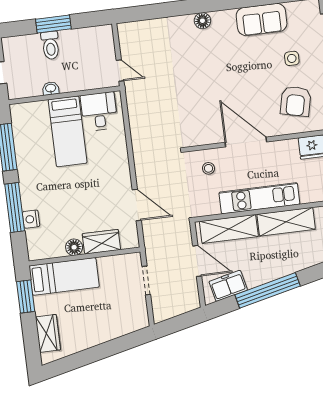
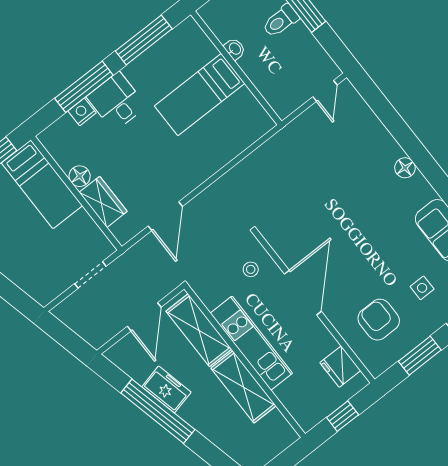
door: (120, 71) -> (325, 91), moved
armchair: (296, 101) -> (379, 320), turned 77
desk: (99, 111) -> (116, 102), moved, turned -90
freezer: (228, 286) -> (166, 389), moved

